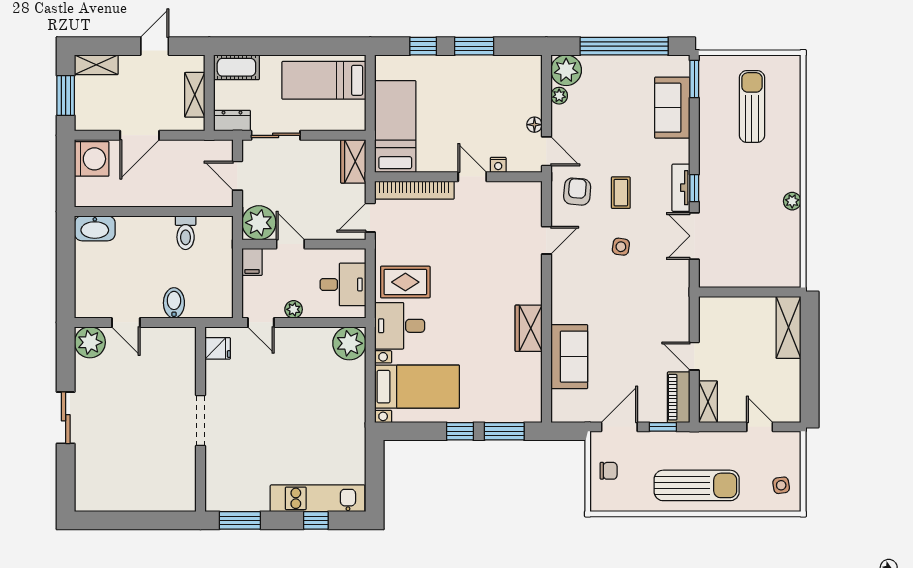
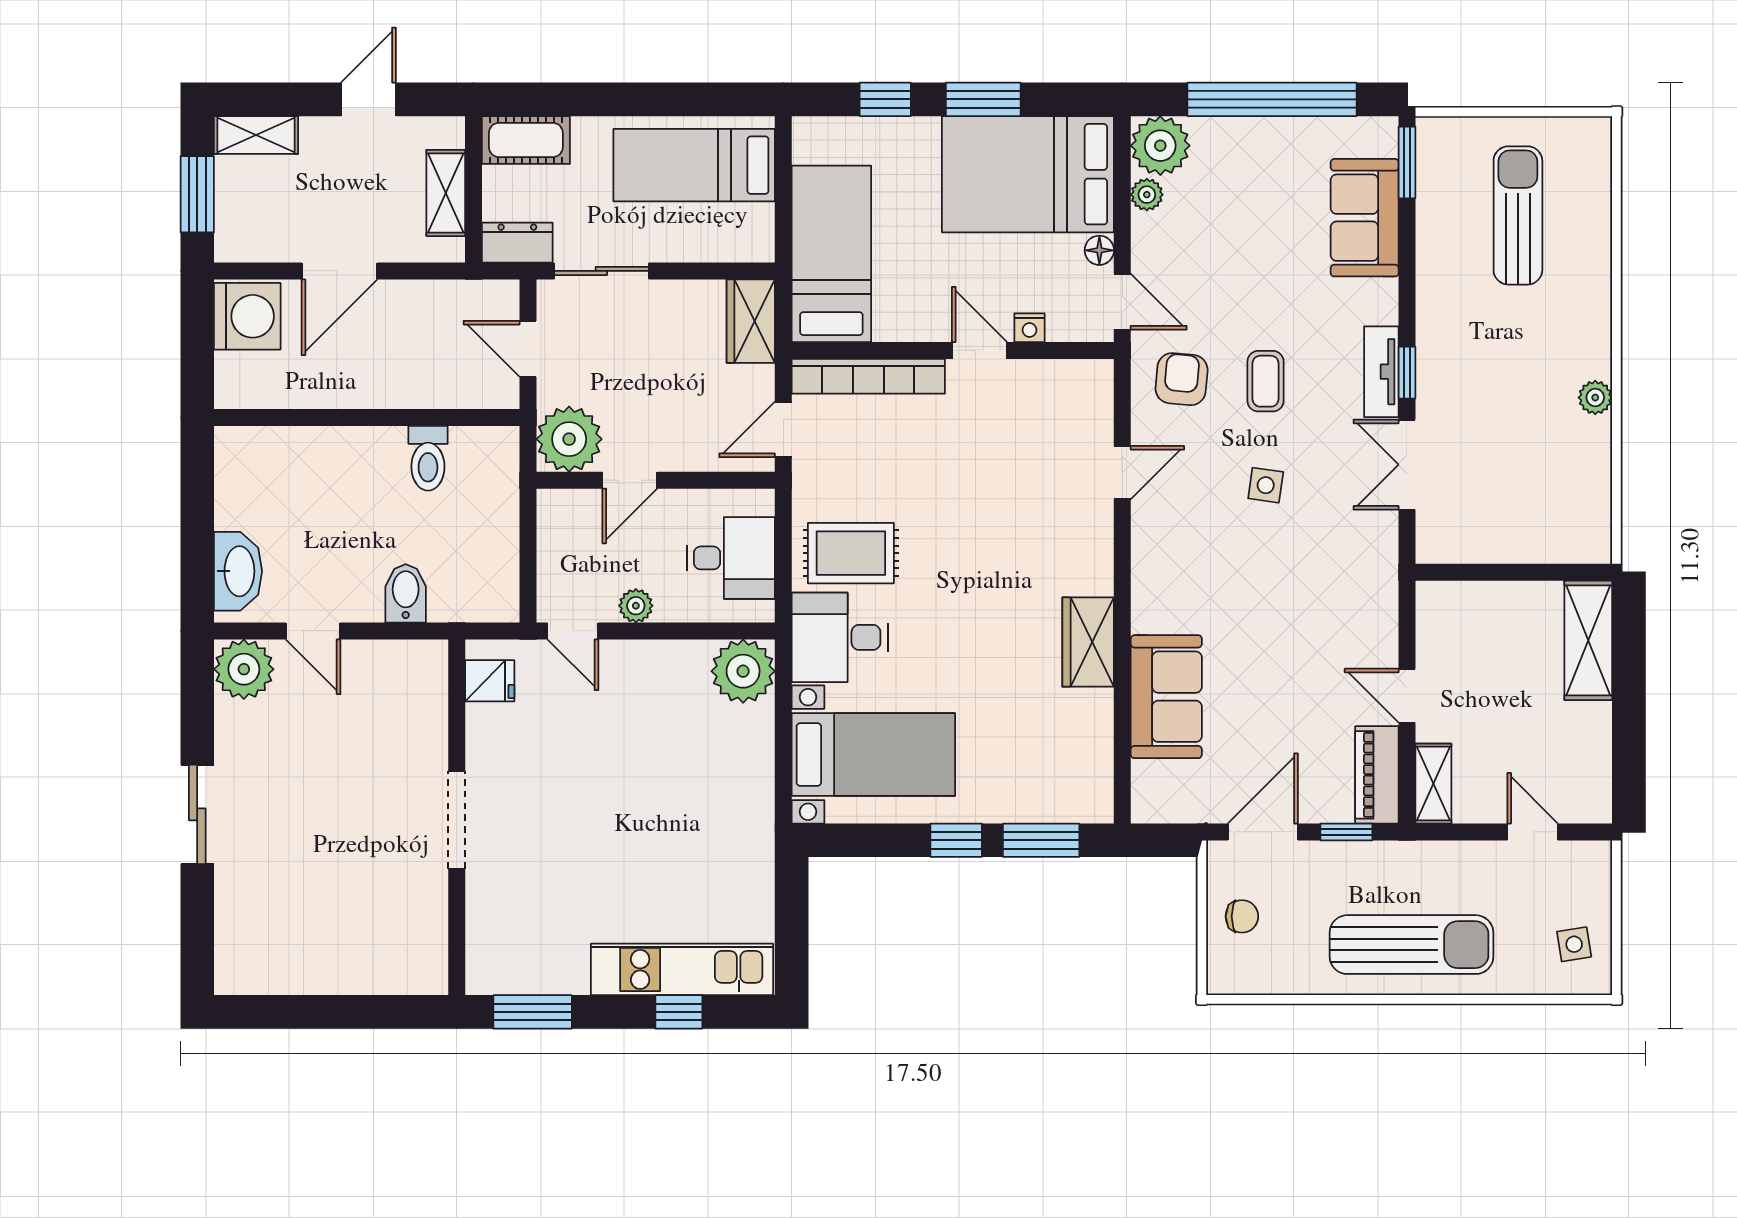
bed: (497, 85) -> (1028, 174), added
washbasin: (95, 228) -> (238, 571), moved, turned -90
door: (290, 244) -> (630, 480), swing flipped
filing cabinet: (252, 262) -> (556, 515), removed

